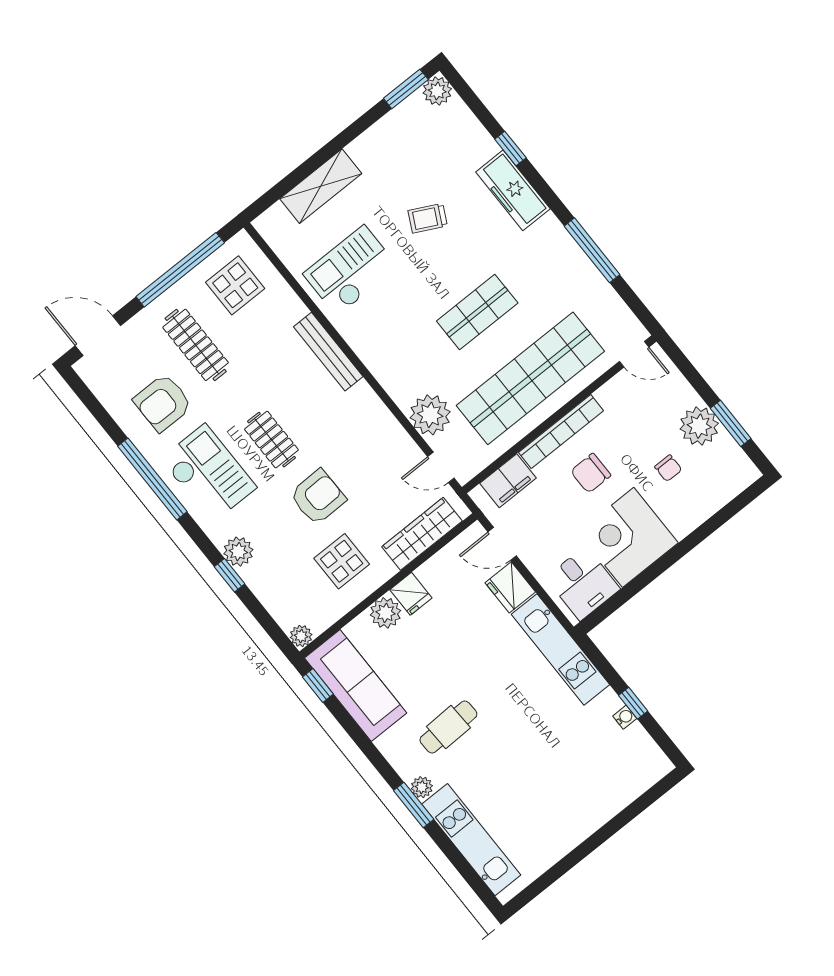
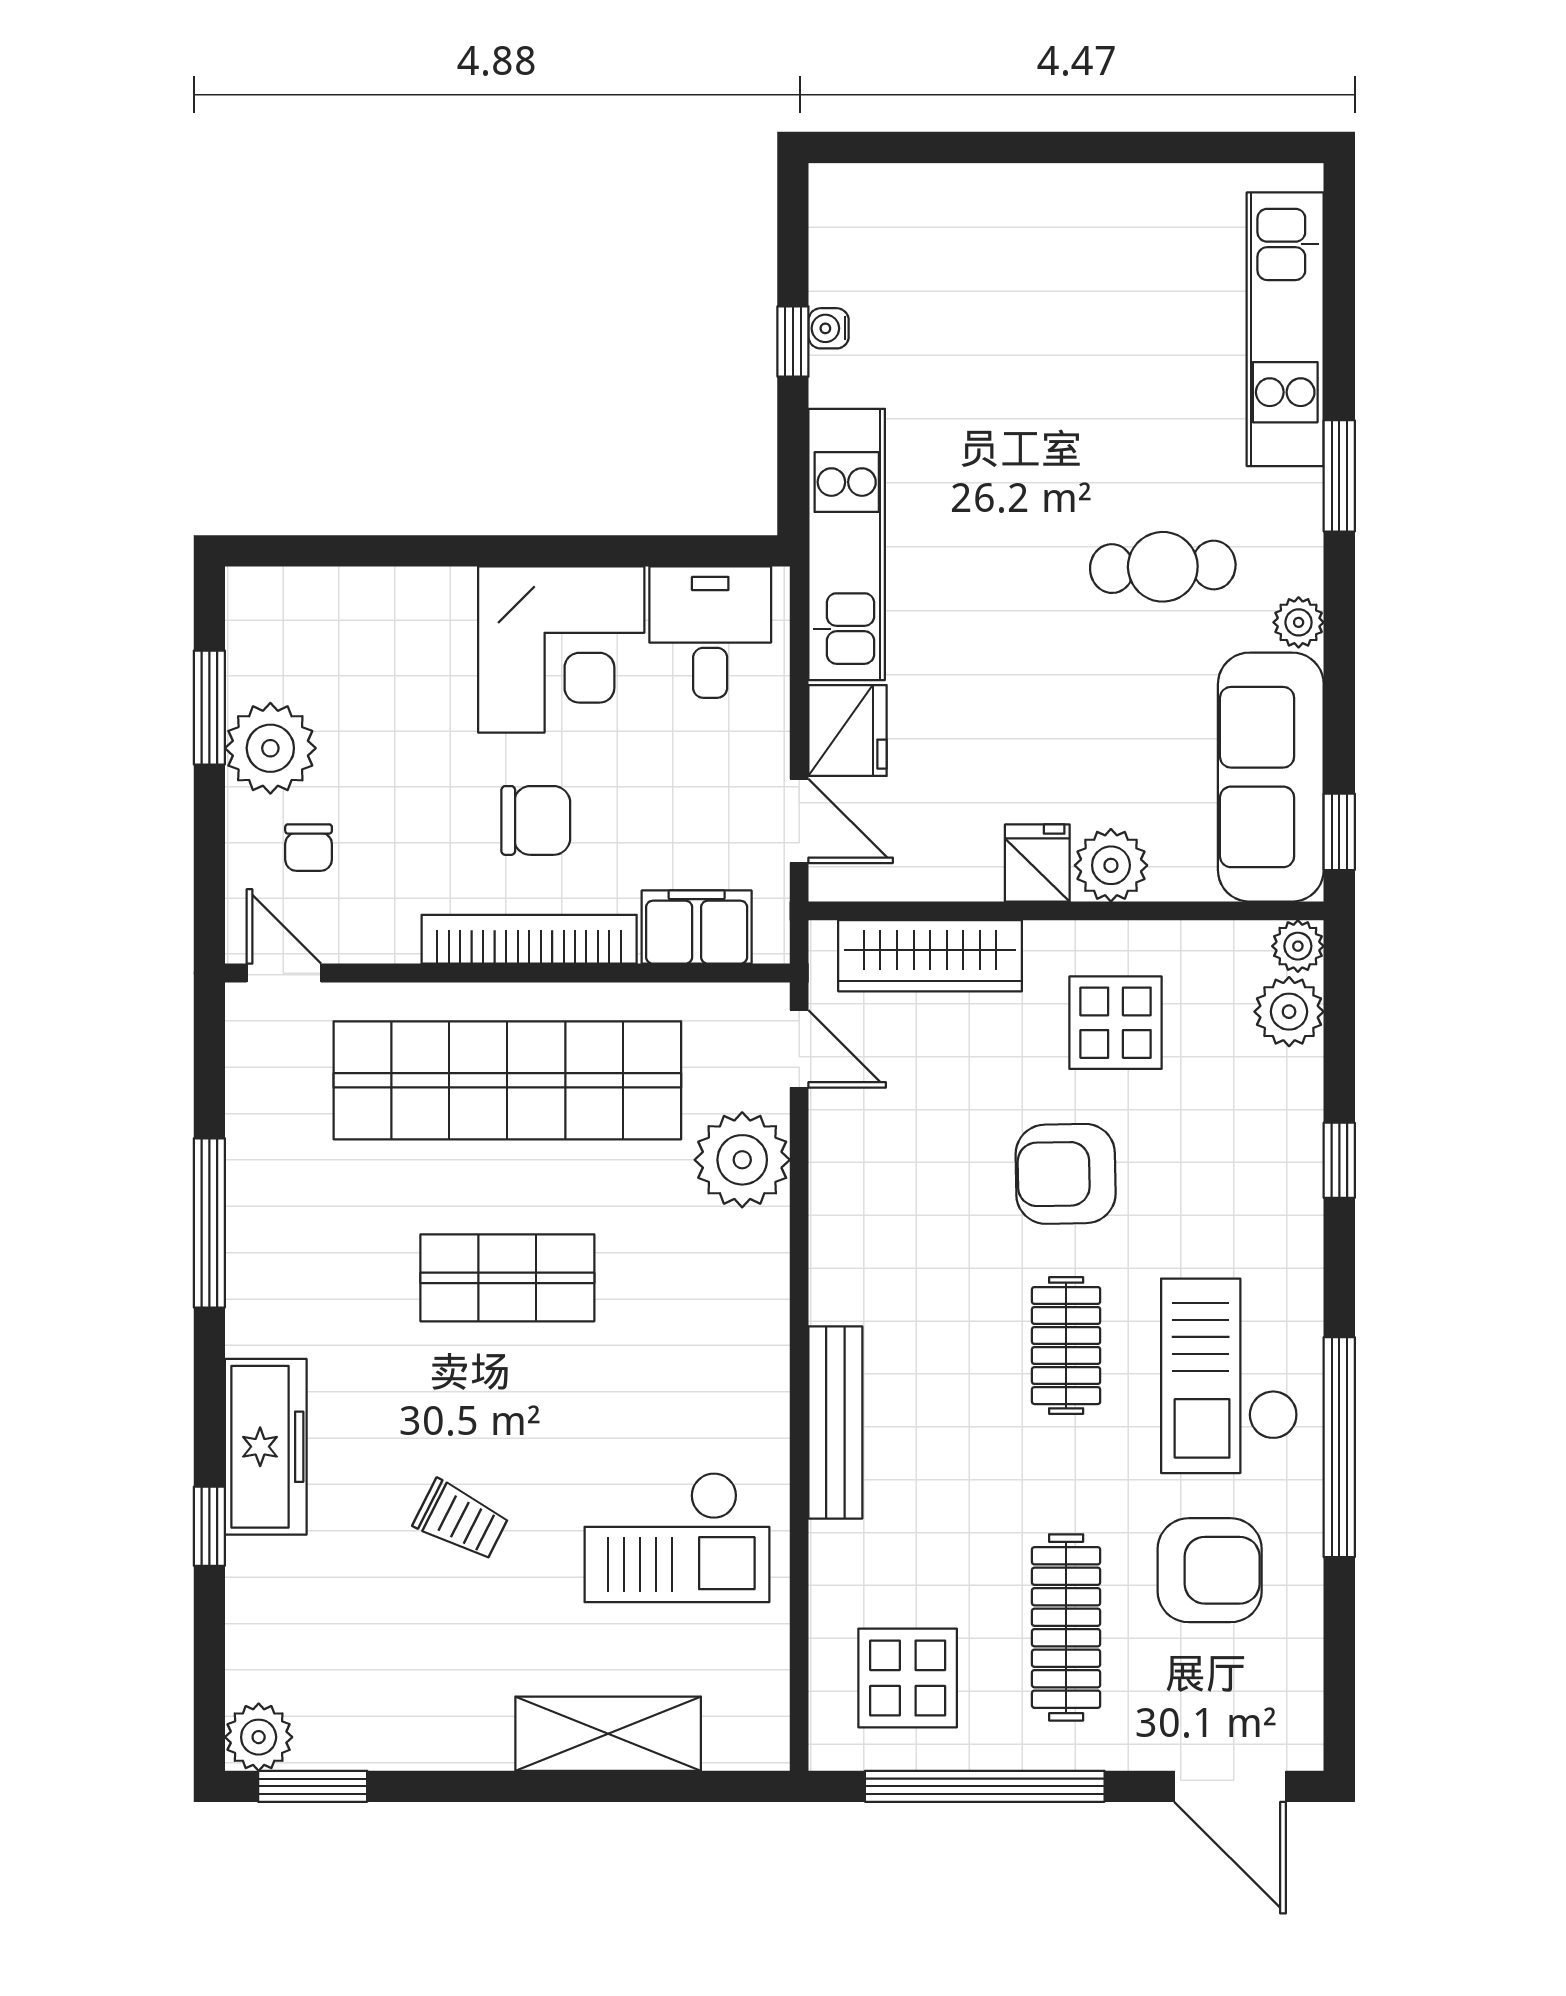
chair: (668, 468) -> (309, 848), moved, turned 180
plant: (238, 552) -> (1289, 1012), moved
plant: (422, 787) -> (1299, 622), moved

